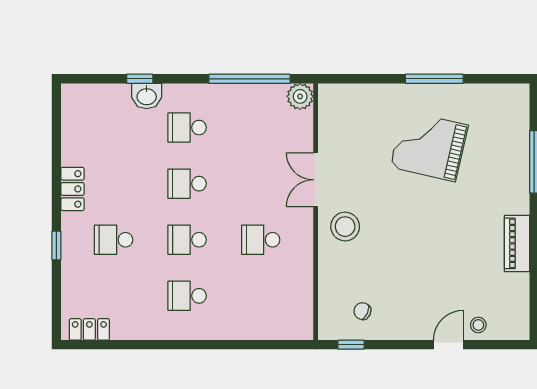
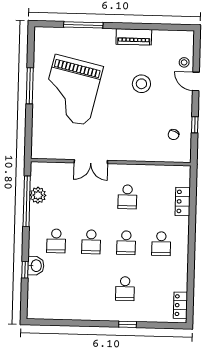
plant: (300, 96) -> (38, 195), moved
grand piano: (429, 146) -> (72, 90), width x1.37, depth x1.48
locker: (73, 189) -> (183, 201), moved, turned -90
stool: (345, 227) -> (141, 84), moved
window: (351, 345) -> (195, 125), moved

